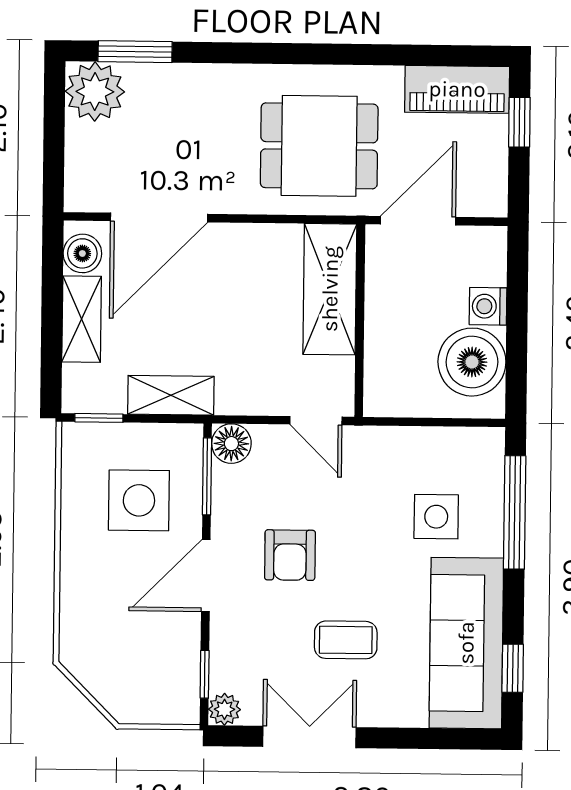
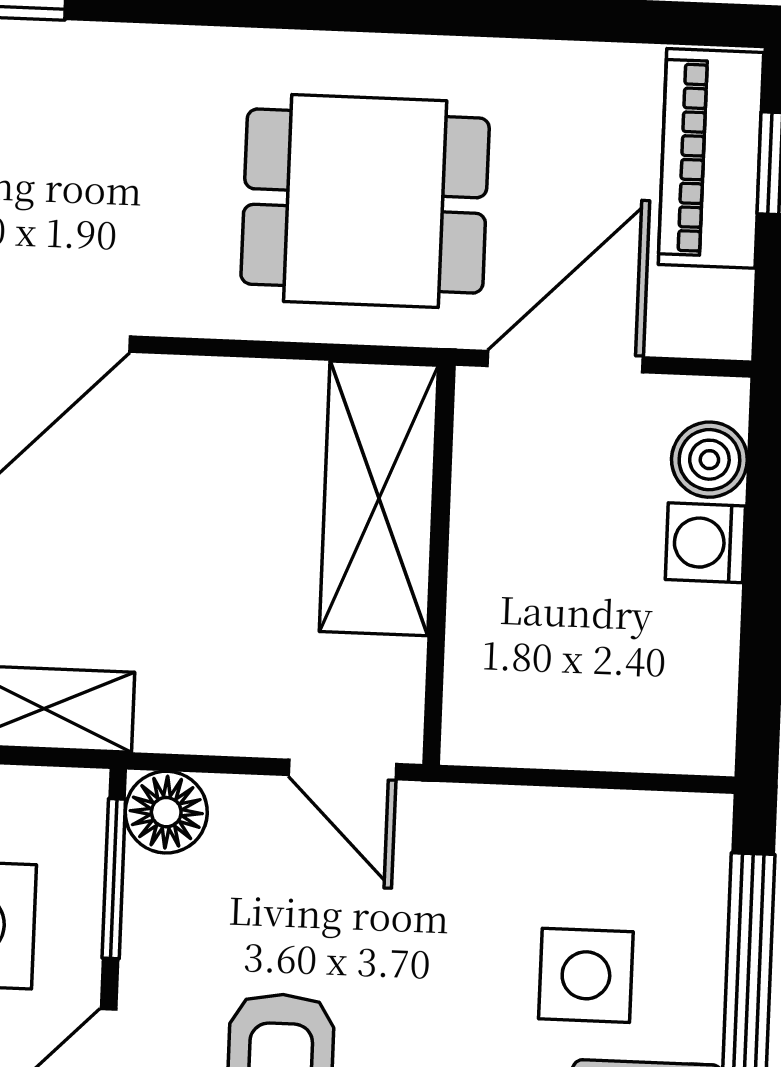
piano: (457, 89) -> (711, 158), moved, turned 90
boiler: (472, 362) -> (709, 460), moved, width x0.54, depth x0.54

